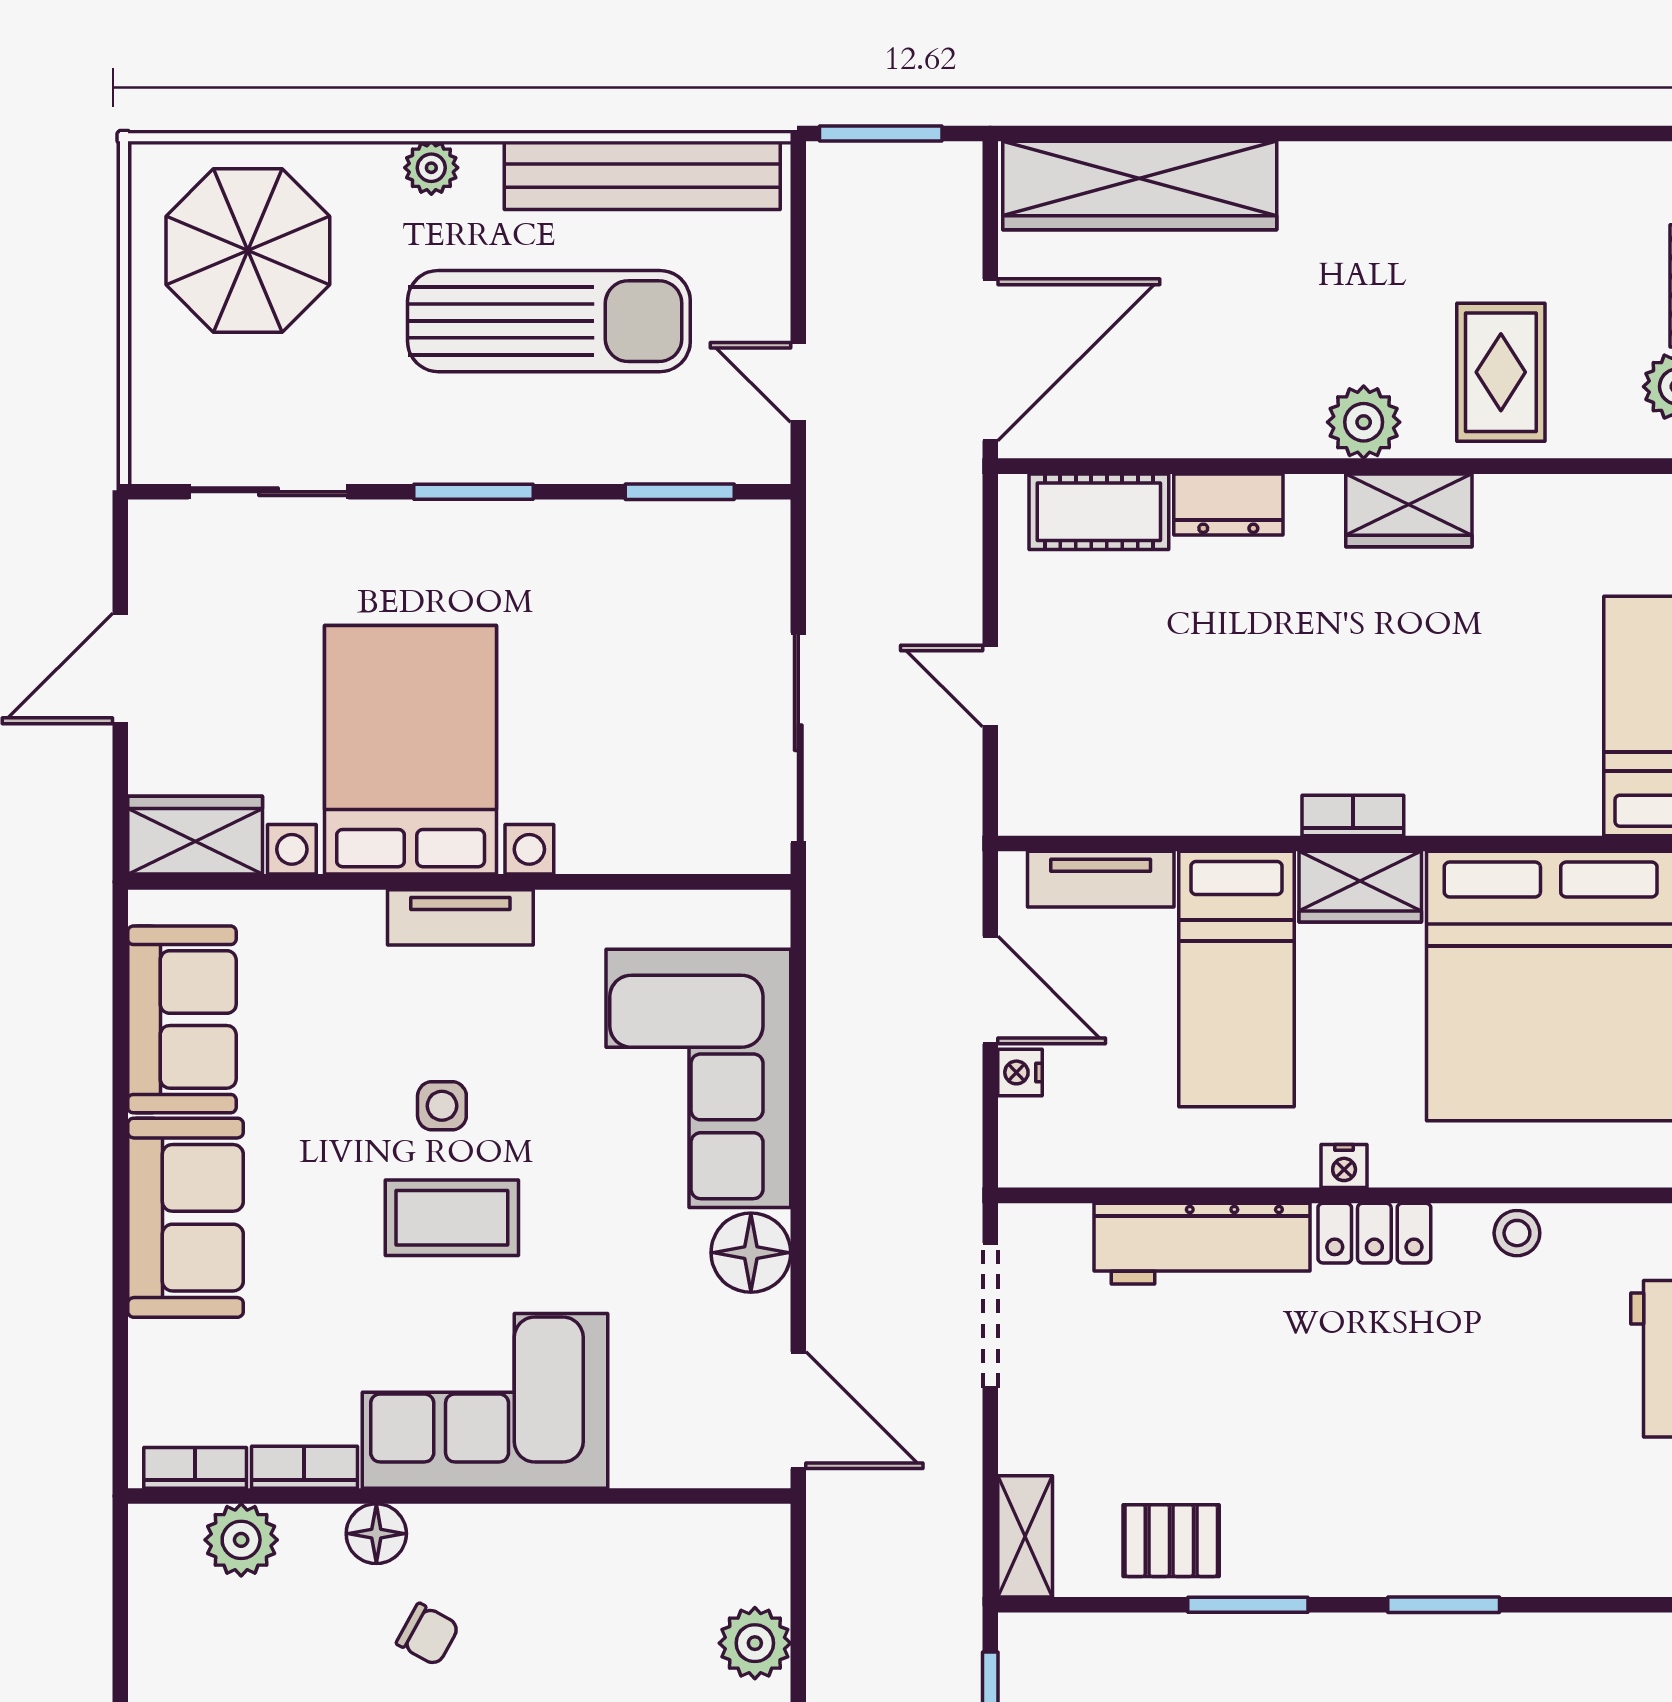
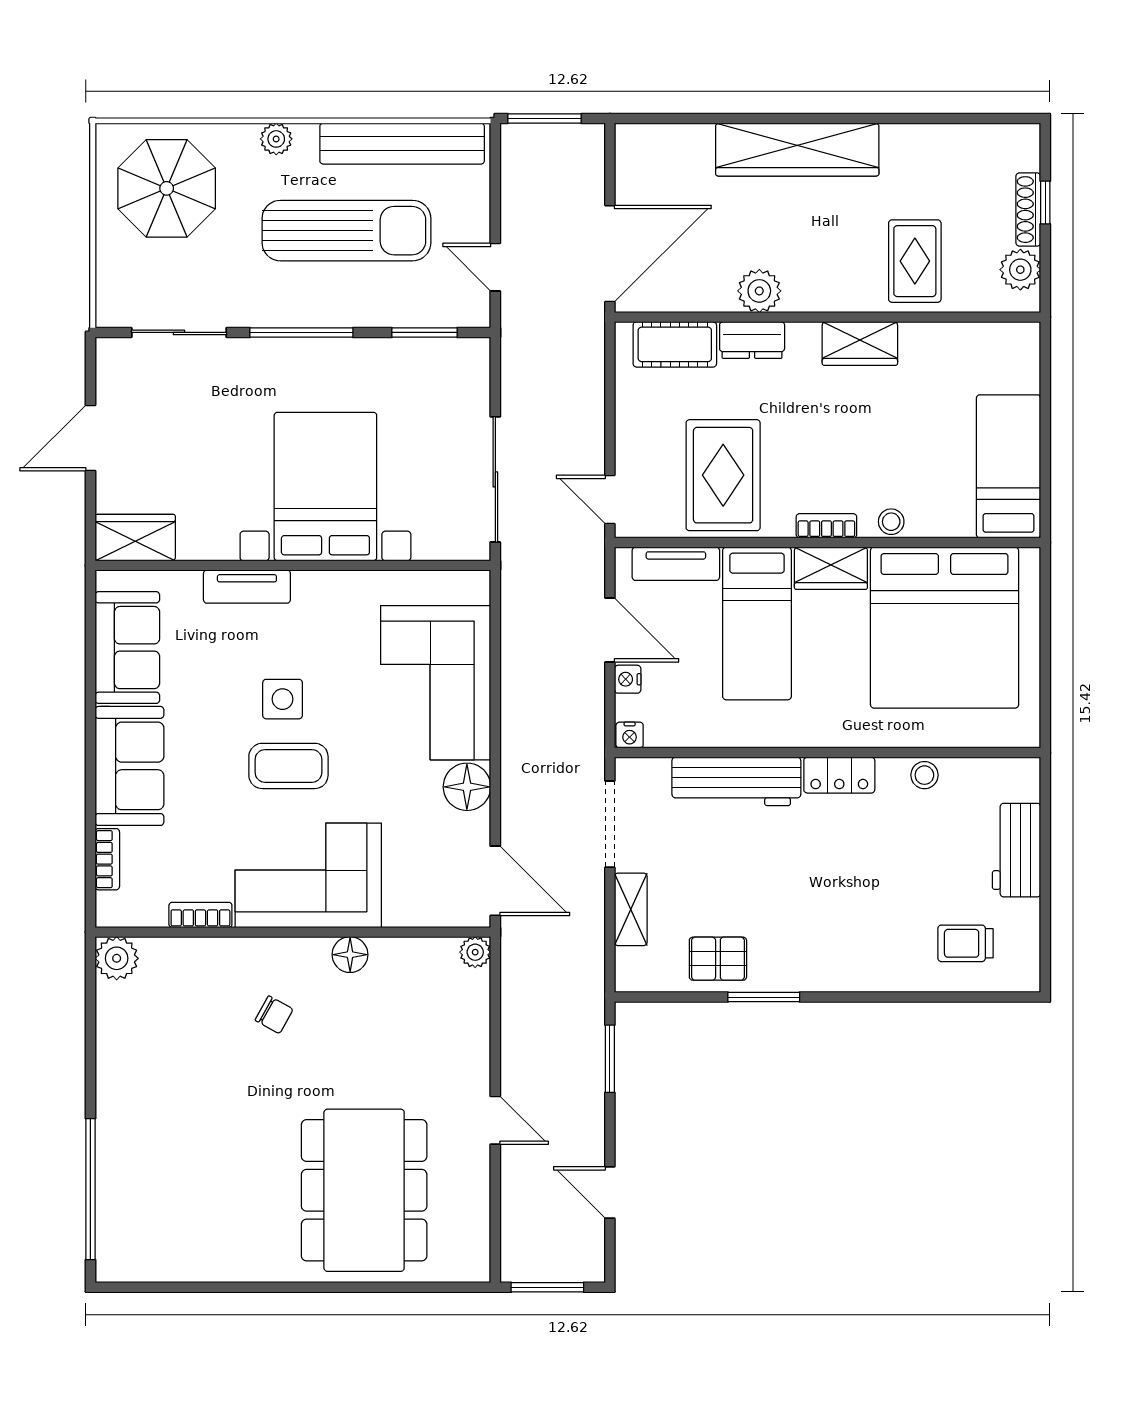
wardrobe: (1140, 185) -> (797, 150), moved
plant: (1364, 422) -> (759, 291), moved
window: (473, 492) -> (301, 332), width x1.44
door: (990, 686) -> (610, 500), moved
rug: (1180, 731) -> (723, 475), added
bed with nightstands: (411, 750) -> (325, 487), moved
stool: (1461, 809) -> (891, 522), added
tv unit: (460, 917) -> (247, 587), moved
side table: (442, 1106) -> (283, 699), width x1.37, depth x1.37
nightstand: (1344, 1166) -> (630, 735), moved
bookcase: (195, 1468) -> (107, 859), moved, turned 90
trolley: (1586, 1515) -> (965, 943), added
floor lamp: (376, 1534) -> (350, 955), moved
shelving: (1025, 1536) -> (631, 909), moved
plant: (241, 1540) -> (117, 958), moved
window: (1444, 1605) -> (881, 997), removed
plant: (755, 1643) -> (475, 952), moved, width x0.73, depth x0.73

